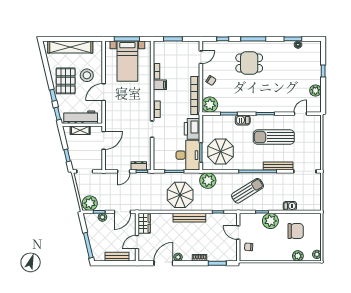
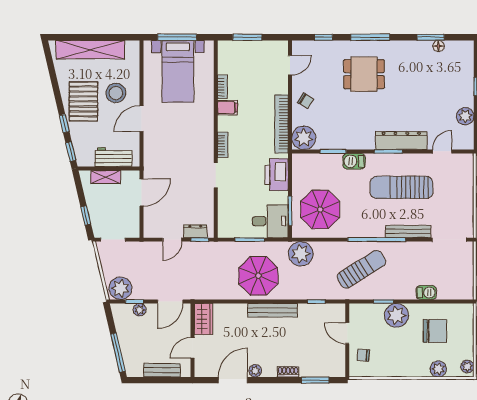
dresser: (274, 106) -> (401, 140), added
workbench: (81, 117) -> (113, 157), width x0.73
desk: (188, 155) -> (270, 221), width x0.73

